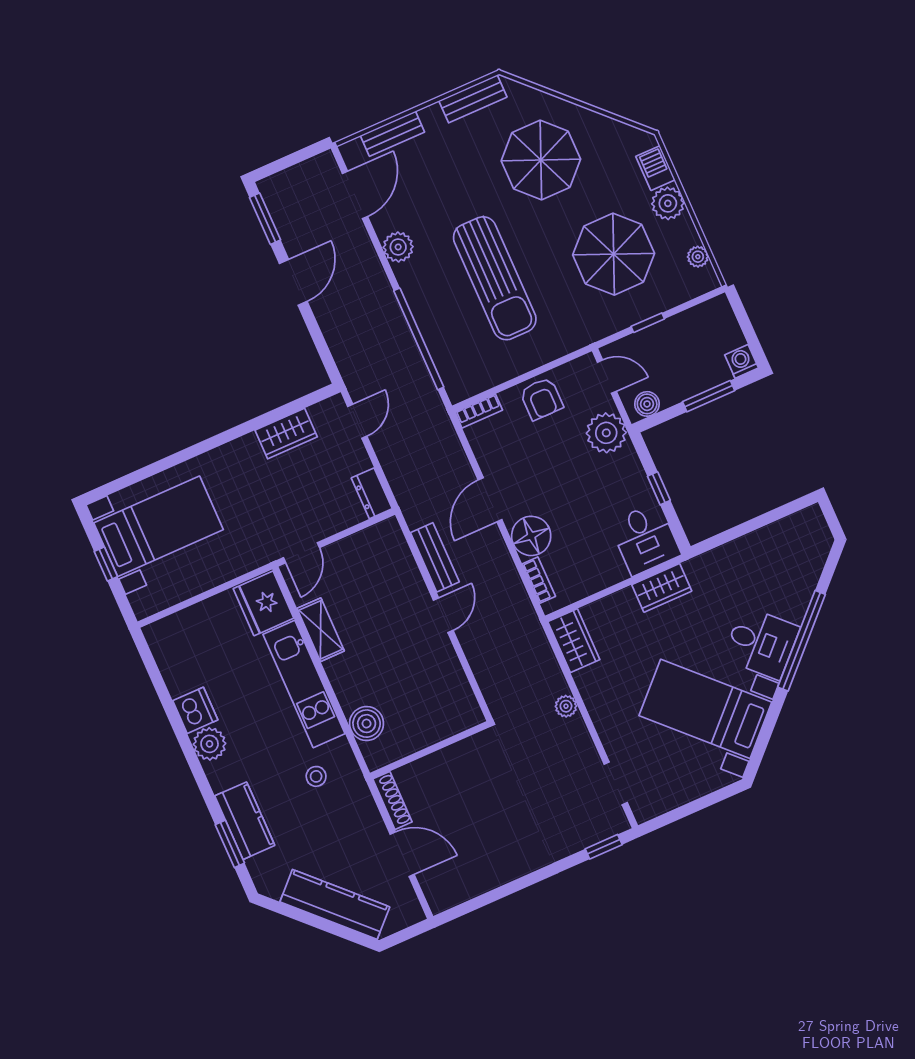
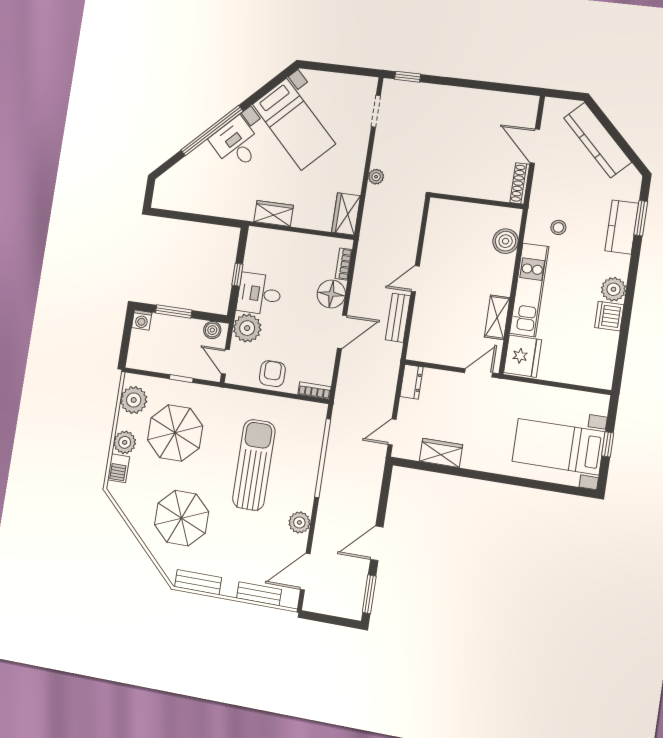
plant: (698, 257) -> (134, 400), width x1.87, depth x1.87
desk: (645, 539) -> (259, 294), moved, turned -90

